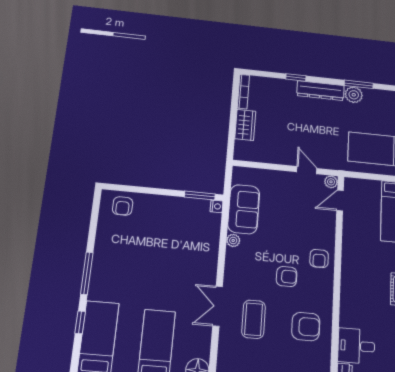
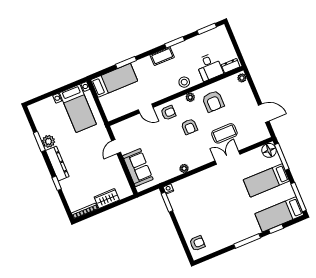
plant: (331, 182) -> (190, 97), moved
door: (340, 201) -> (146, 109), moved
sofa: (244, 209) -> (138, 168), moved, turned 90
armchair: (287, 277) -> (189, 127), turned 180
stool: (351, 301) -> (184, 82), added
double door: (218, 306) -> (228, 158), swing flipped
armchair: (306, 327) -> (213, 101), turned 180

